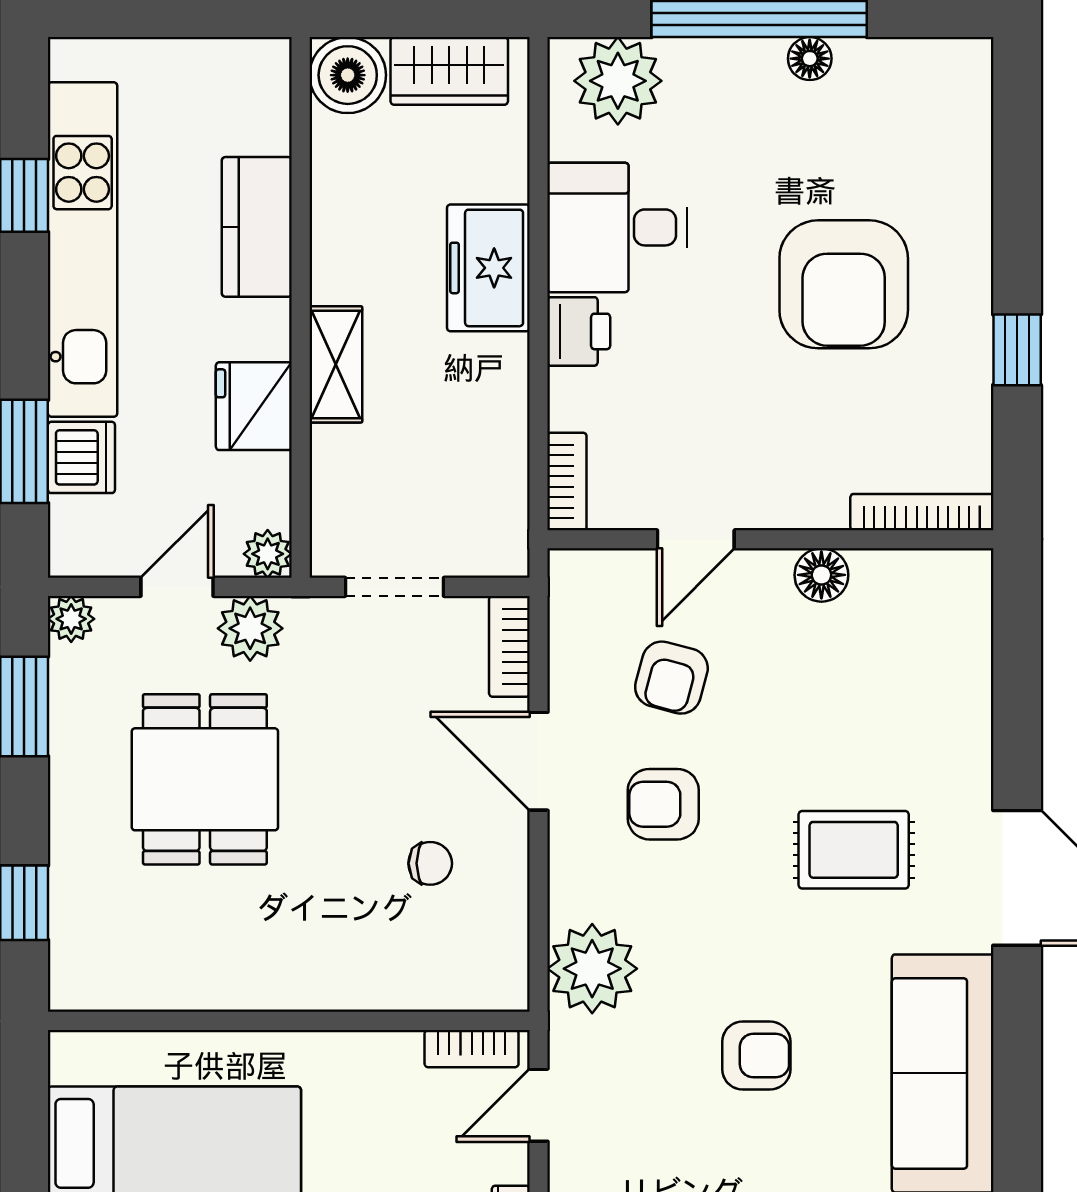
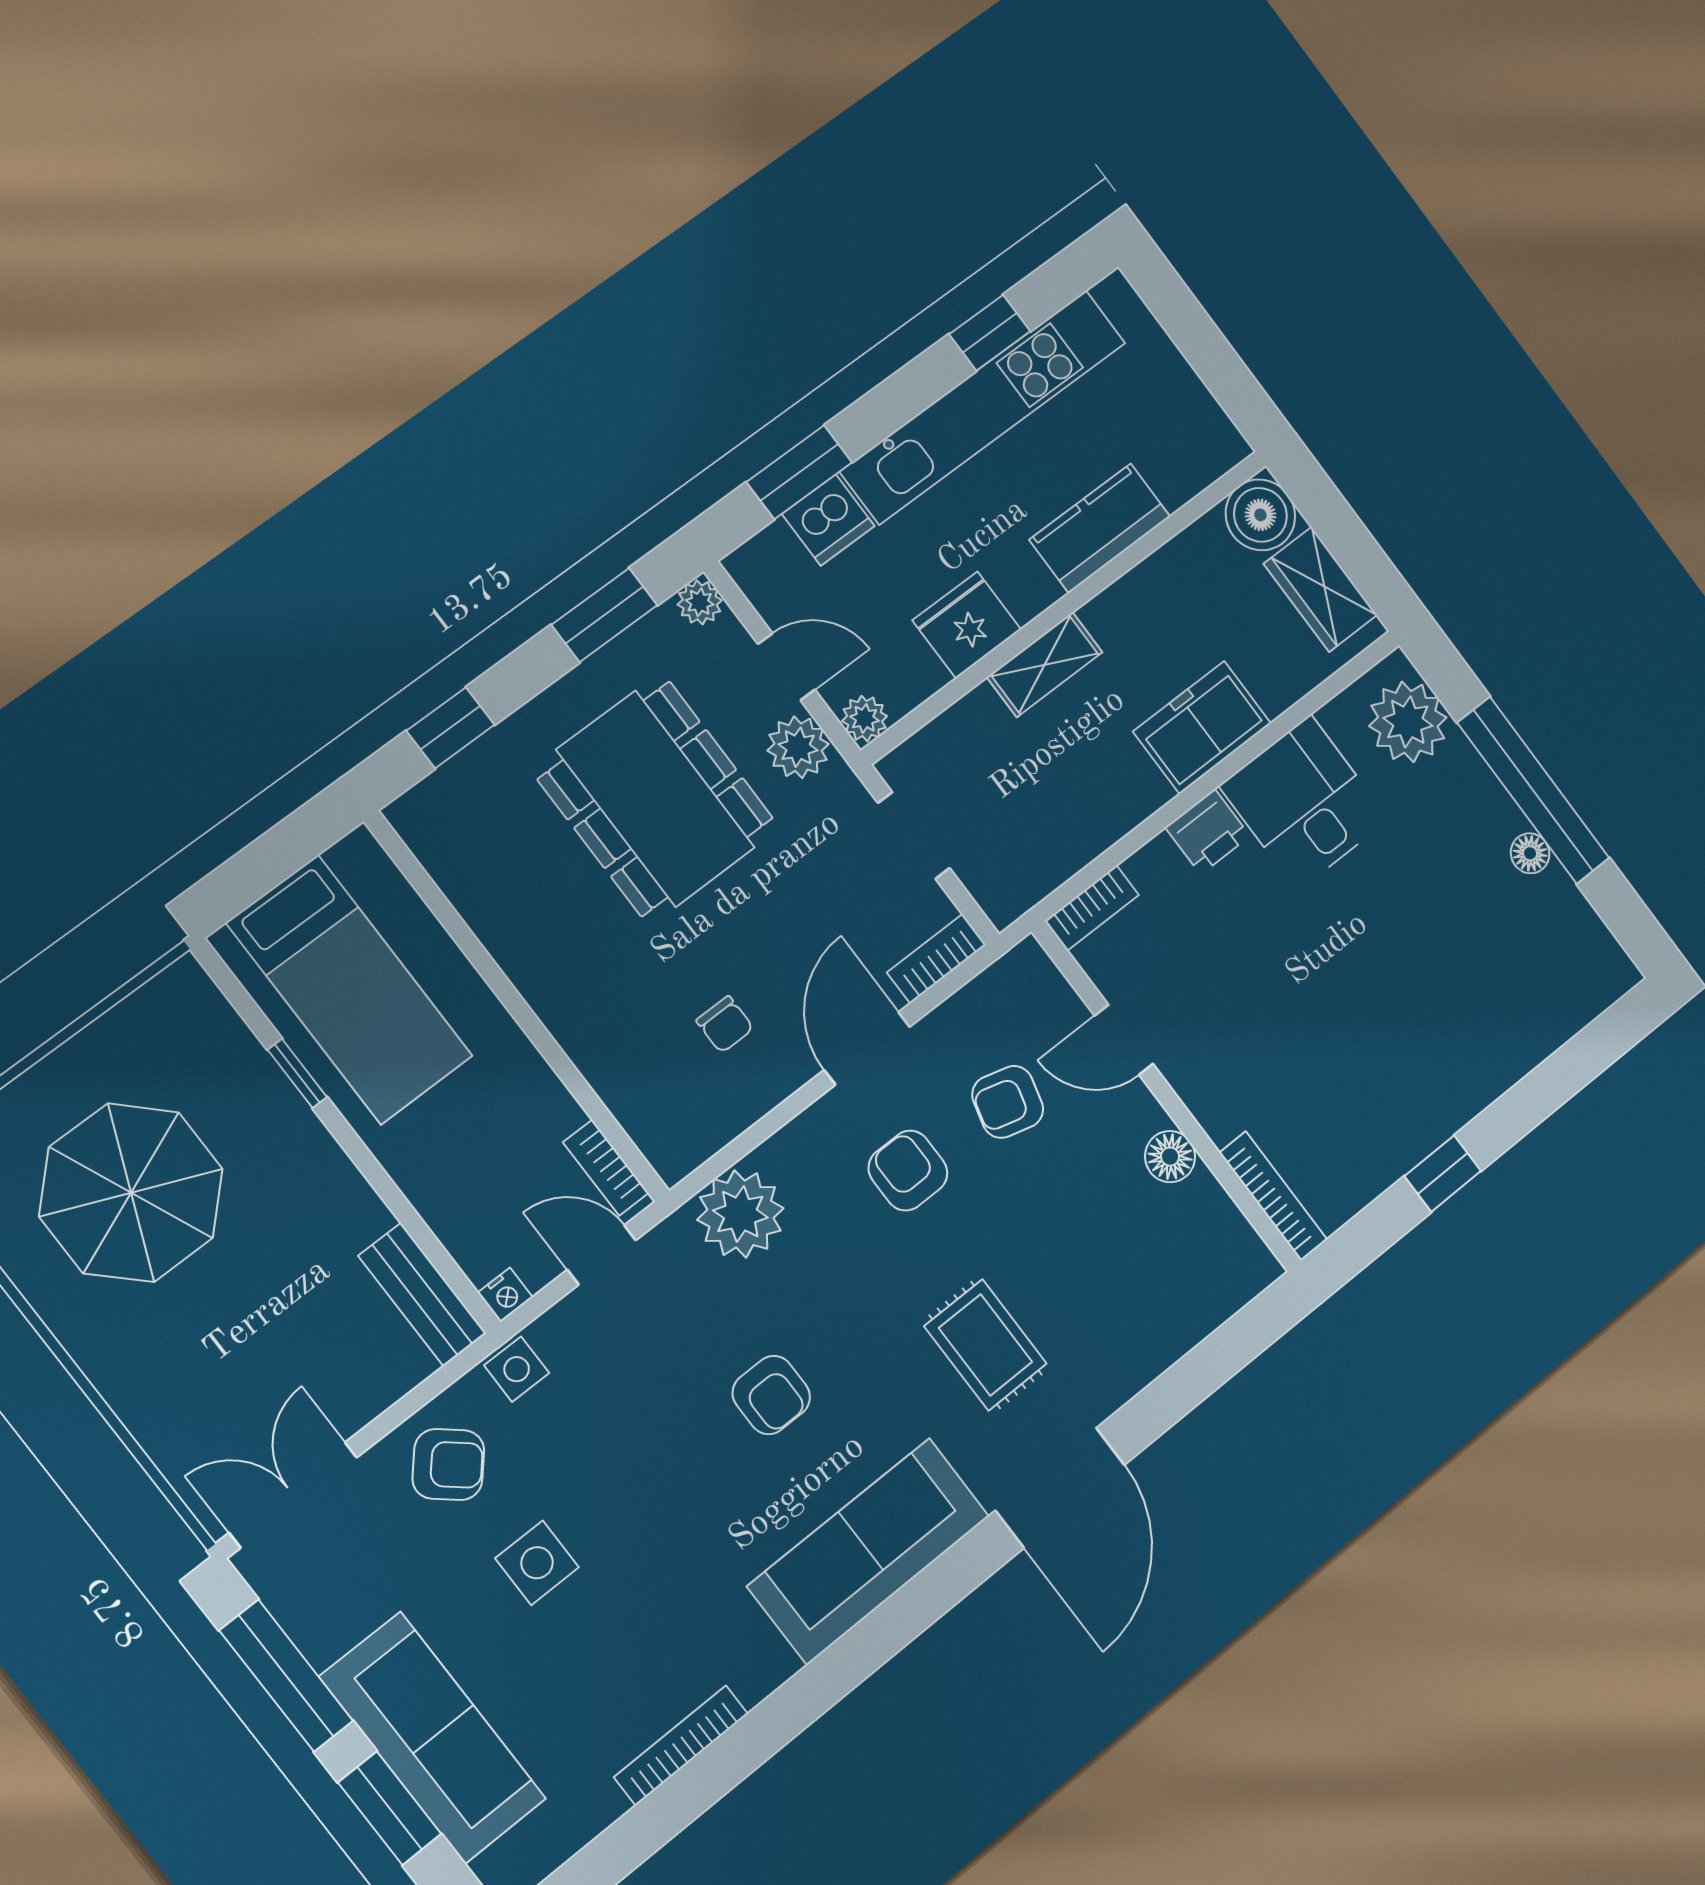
armchair: (844, 284) -> (1391, 1006), removed
dining table: (205, 779) -> (656, 799), width x1.38

